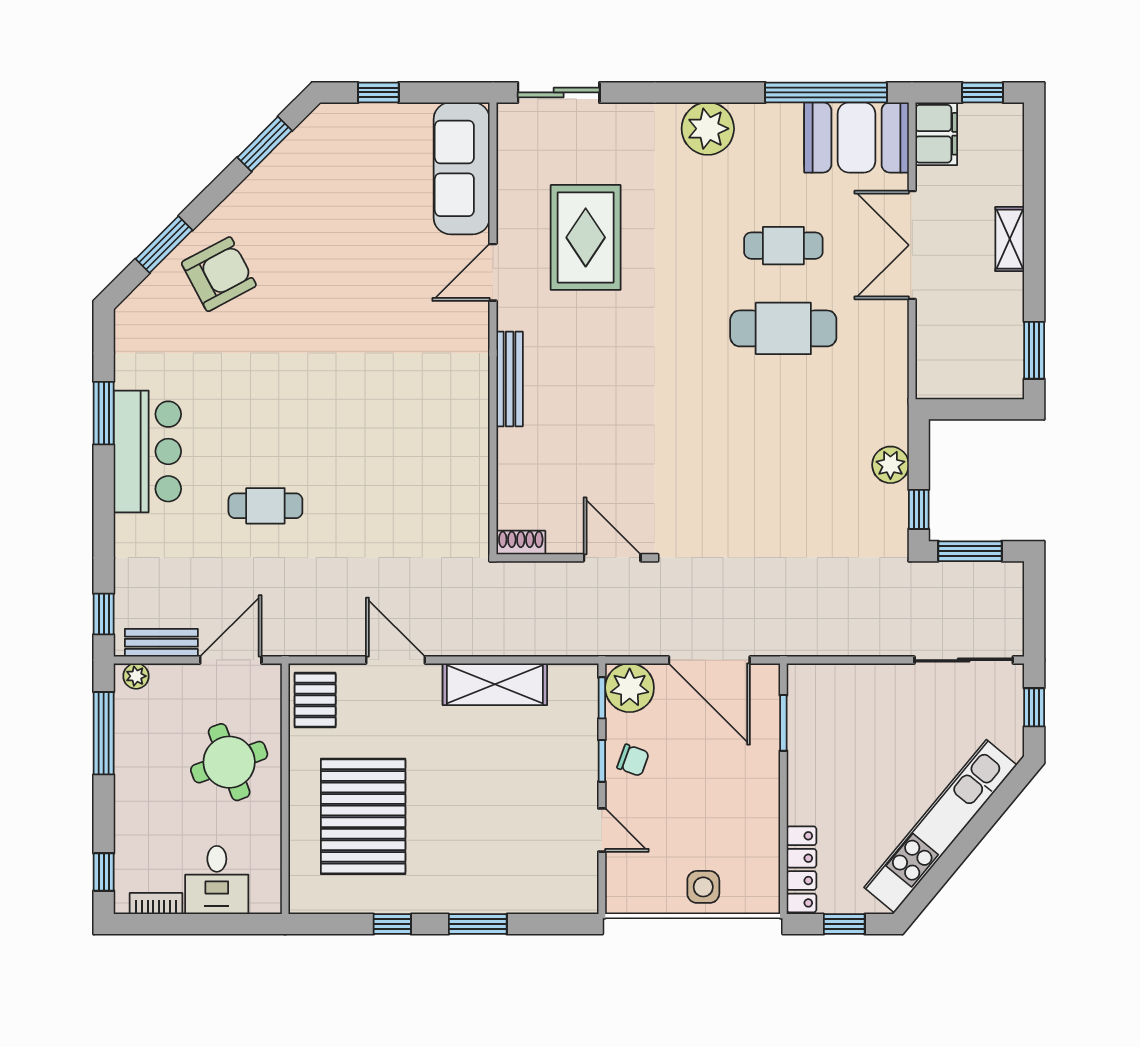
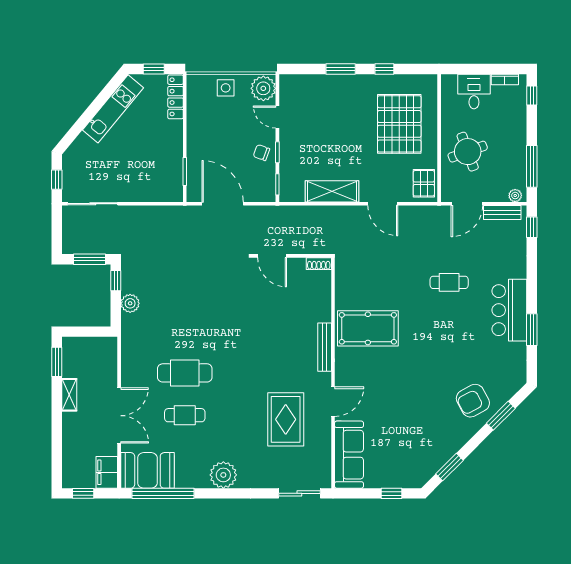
shelving: (1010, 239) -> (69, 395), moved
pool table: (425, 416) -> (368, 328), added
plant: (630, 688) -> (263, 88), moved
kitchen unit: (940, 826) -> (113, 109), width x0.73

